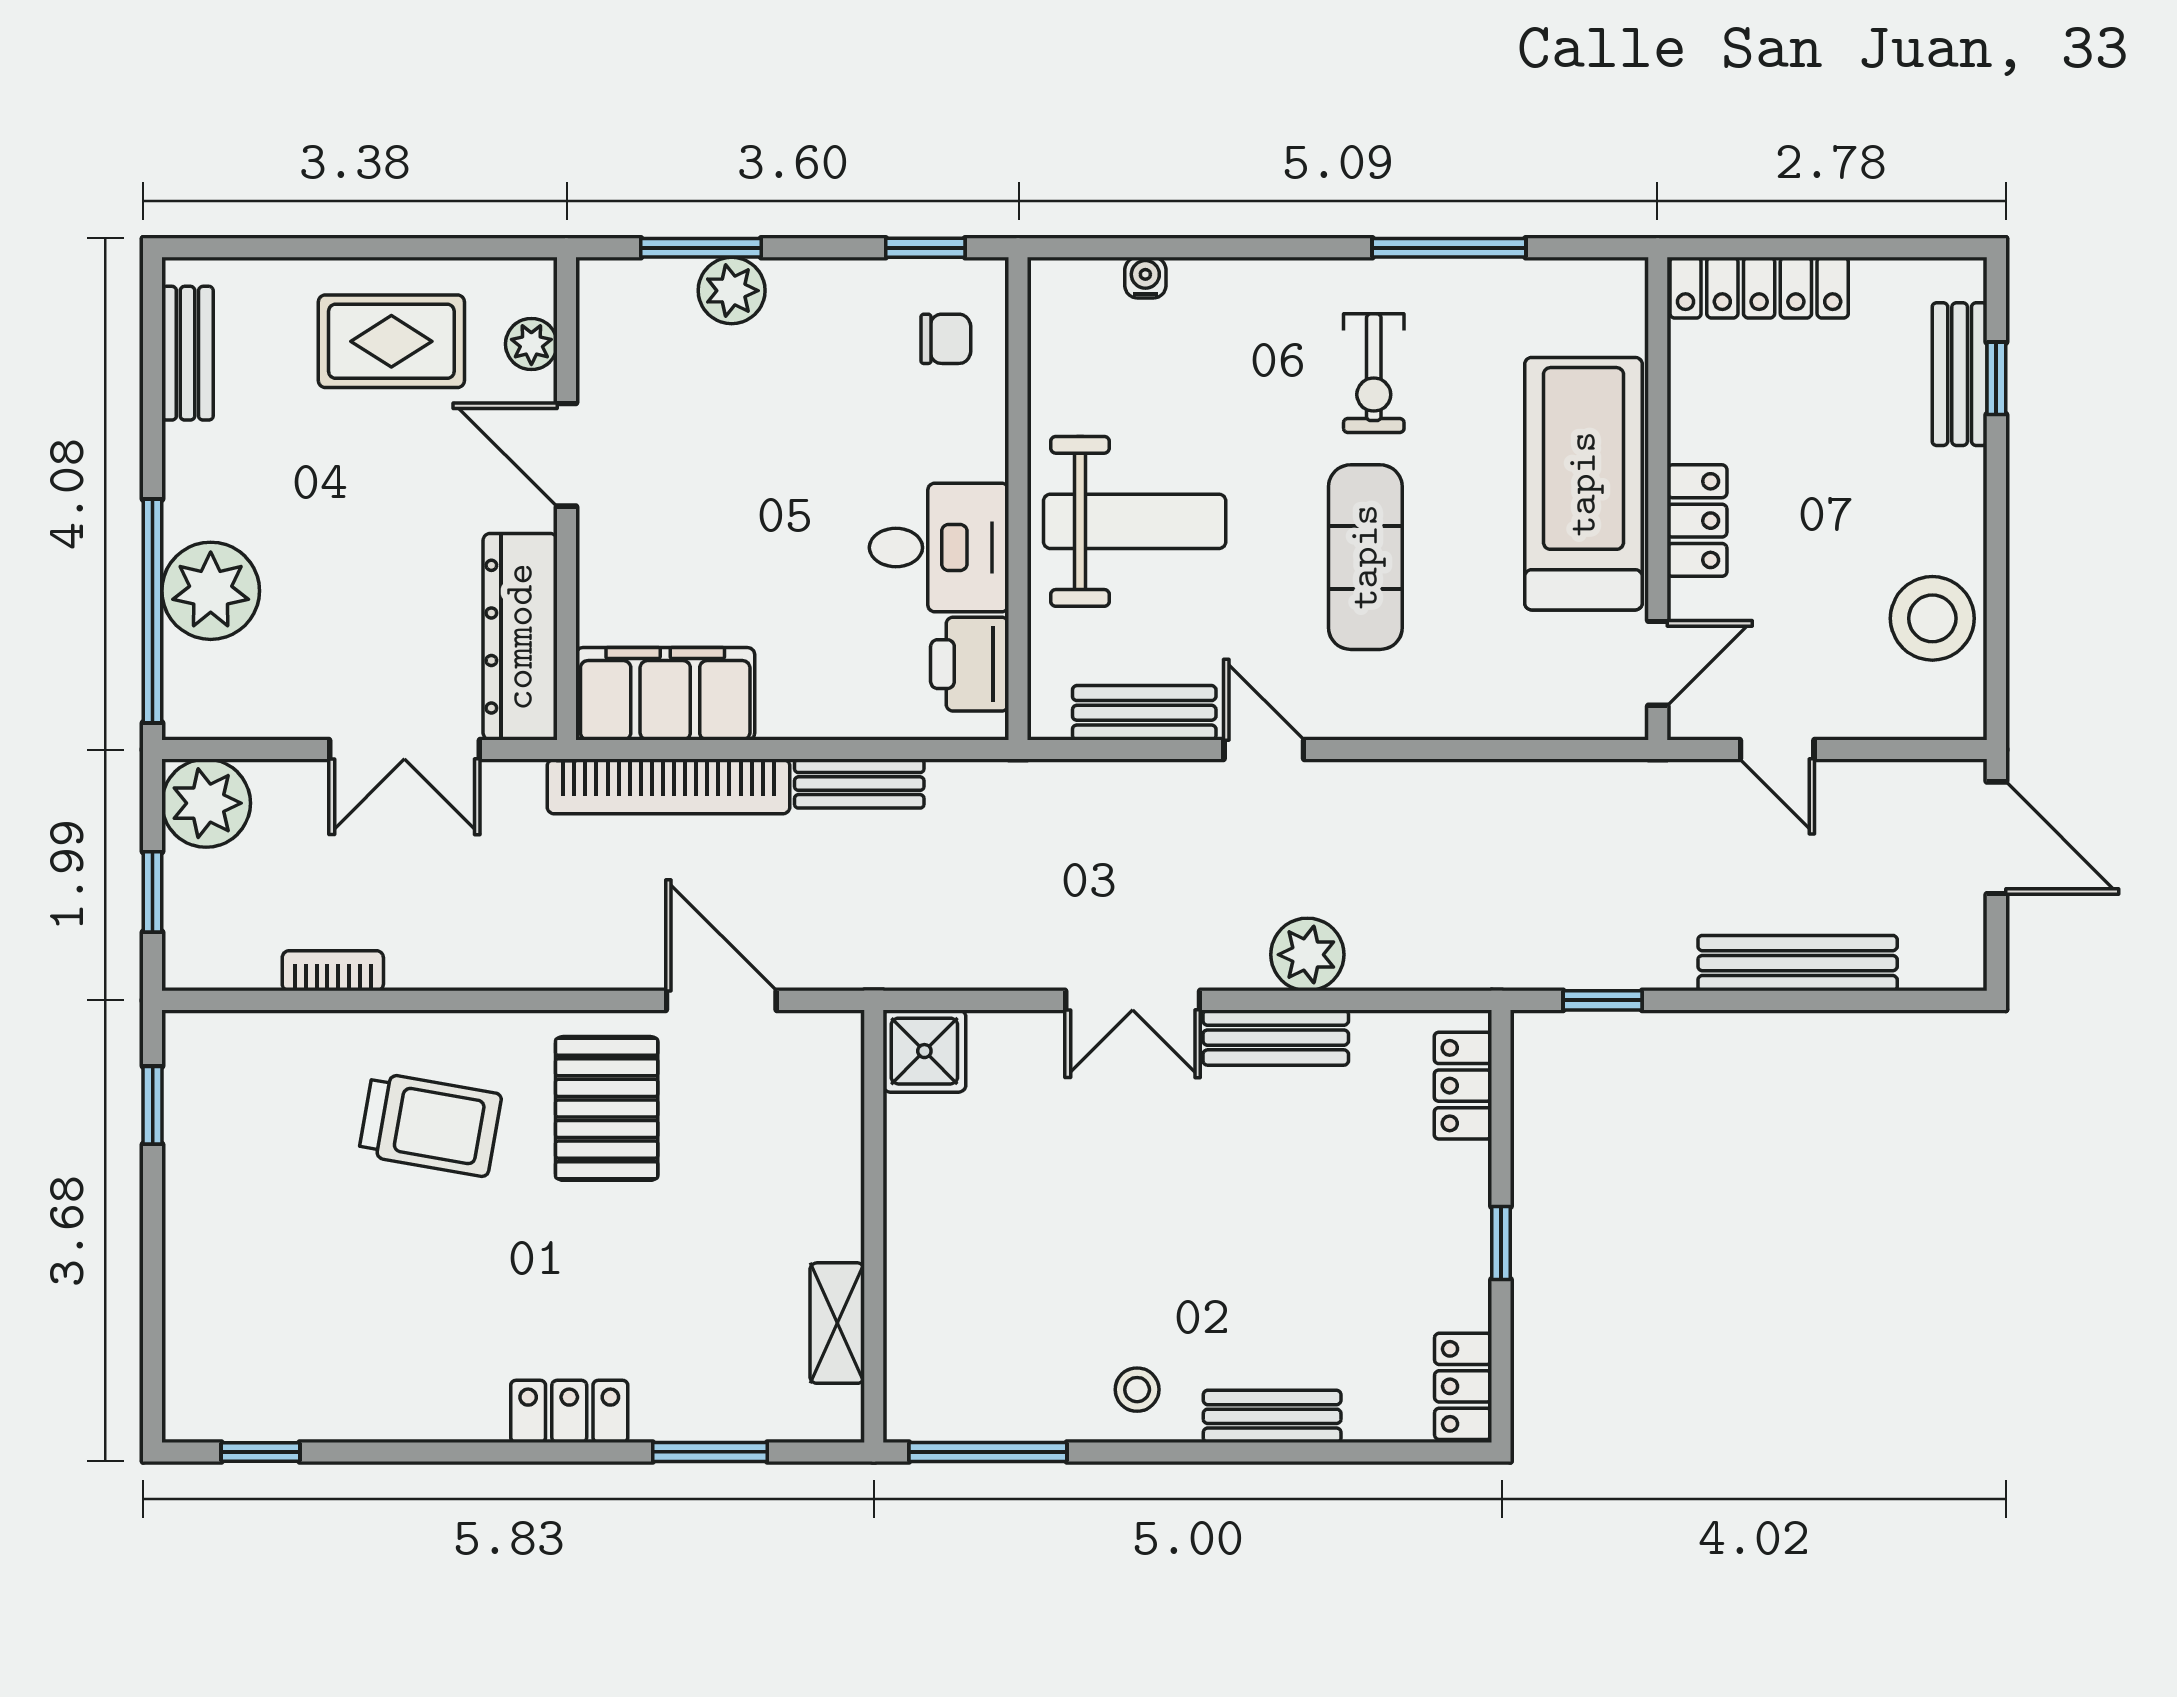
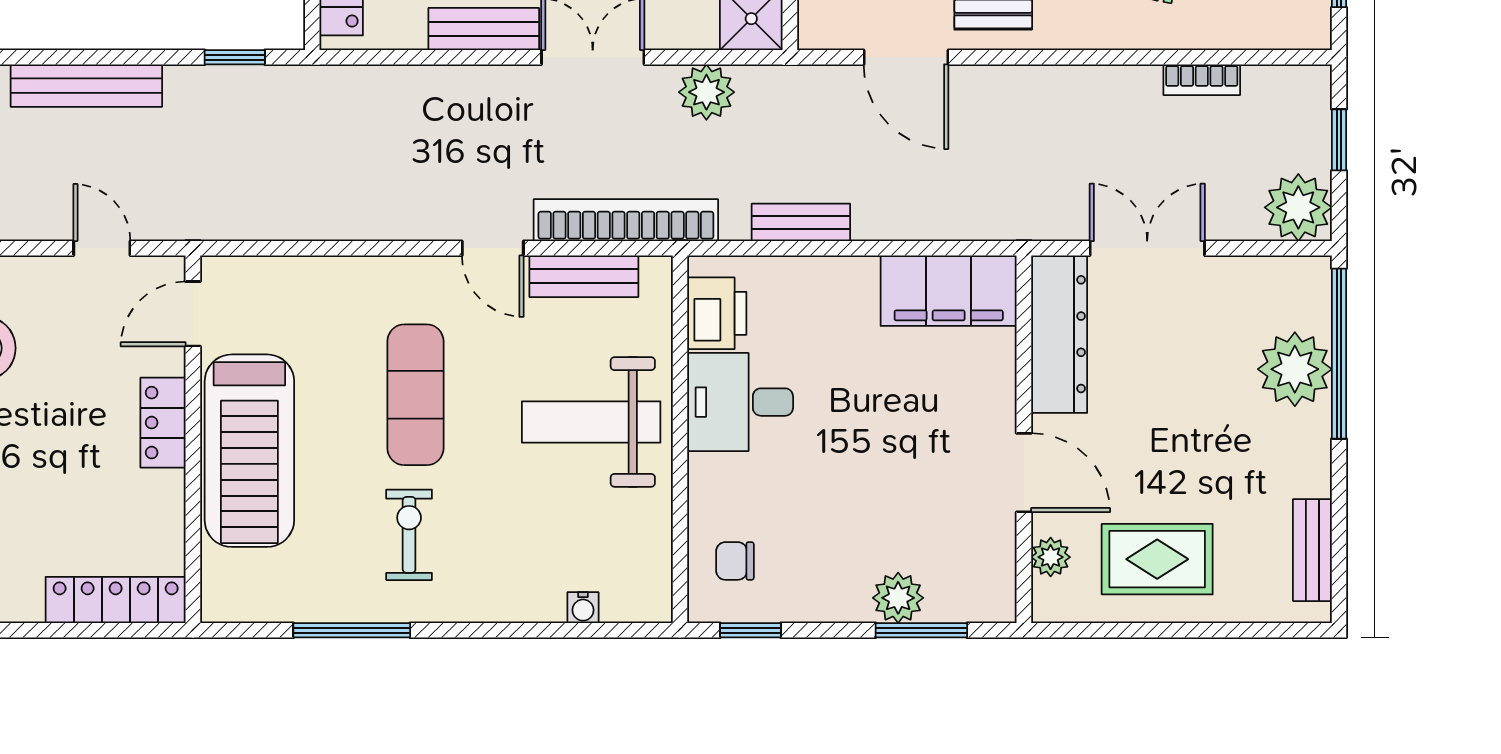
bookcase: (668, 786) -> (626, 220), moved
plant: (1307, 955) -> (706, 92), moved

